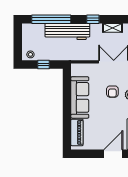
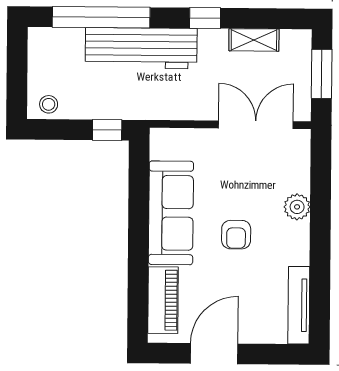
window: (44, 64) -> (107, 130), moved
armchair: (112, 92) -> (236, 235), moved
door: (113, 154) -> (214, 354), moved

